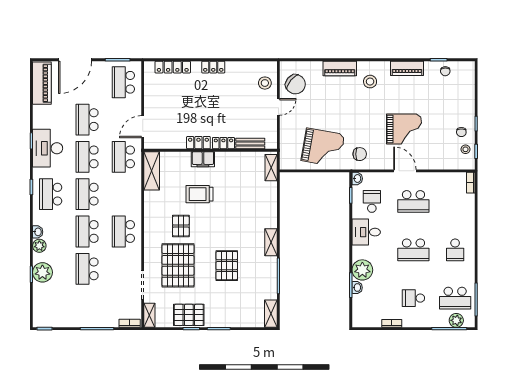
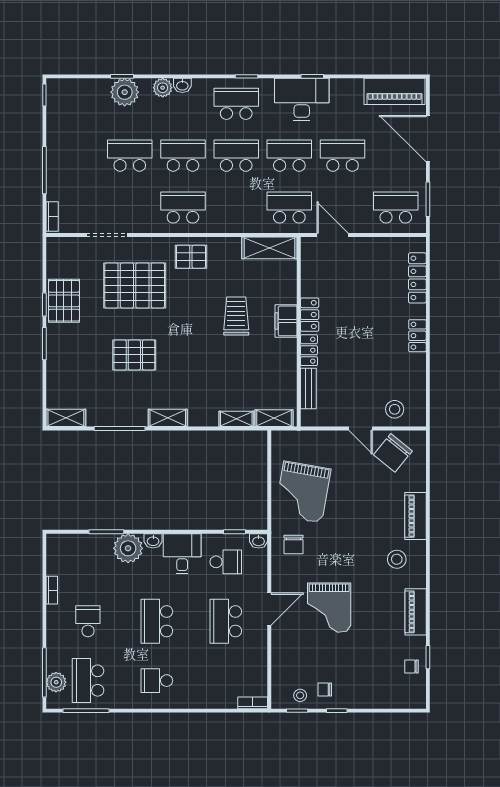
pallet: (181, 226) -> (191, 257), moved
washbasin: (357, 288) -> (153, 541), moved
shelving: (149, 315) -> (236, 419), moved

